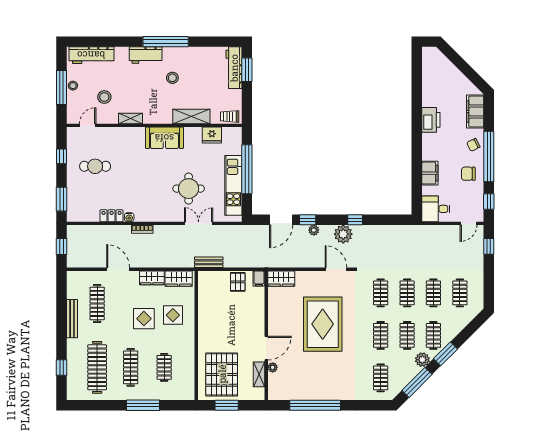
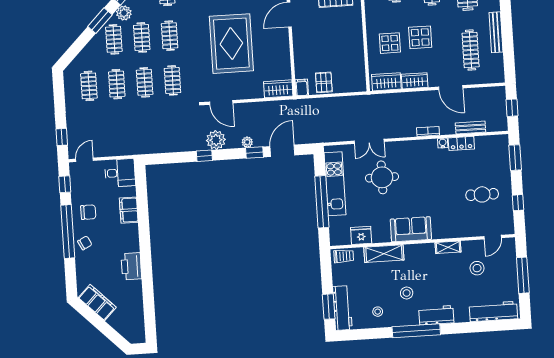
stool: (73, 86) -> (378, 312), moved
filing cabinet: (475, 112) -> (97, 302), moved, turned -45
bench: (209, 262) -> (470, 128), moved

